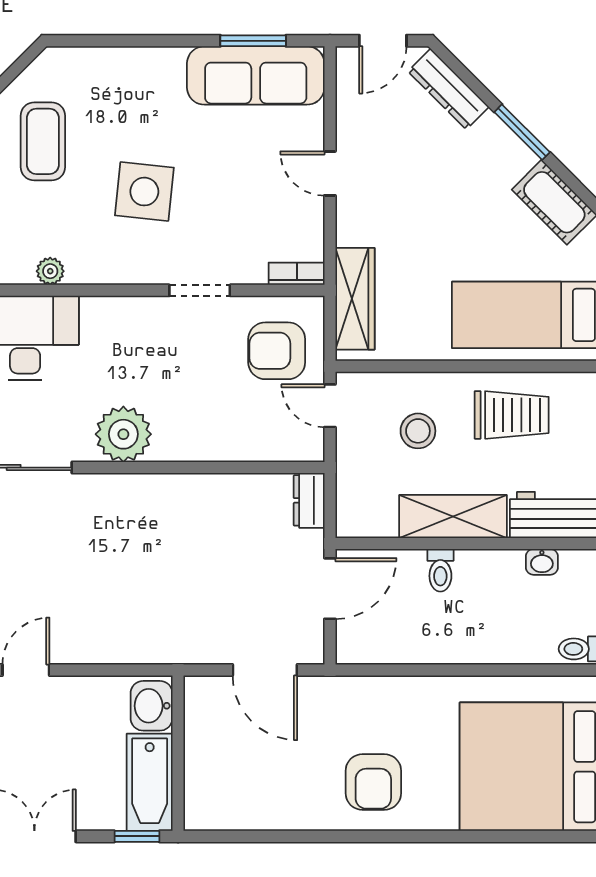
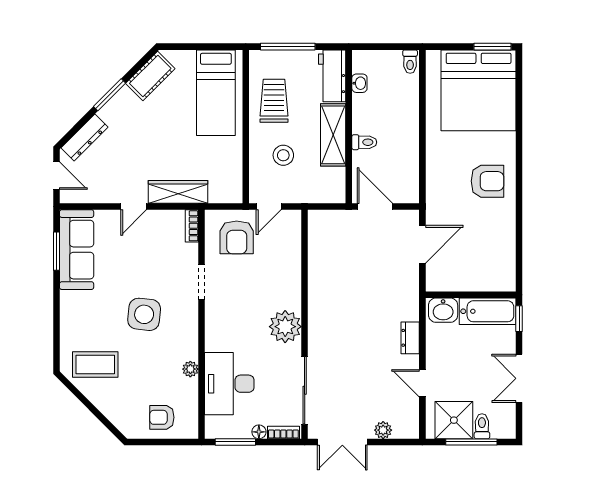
coffee table: (43, 141) -> (95, 365), moved
wardrobe: (355, 299) -> (178, 192), moved
dresser: (309, 500) -> (410, 338), moved, turned 90

